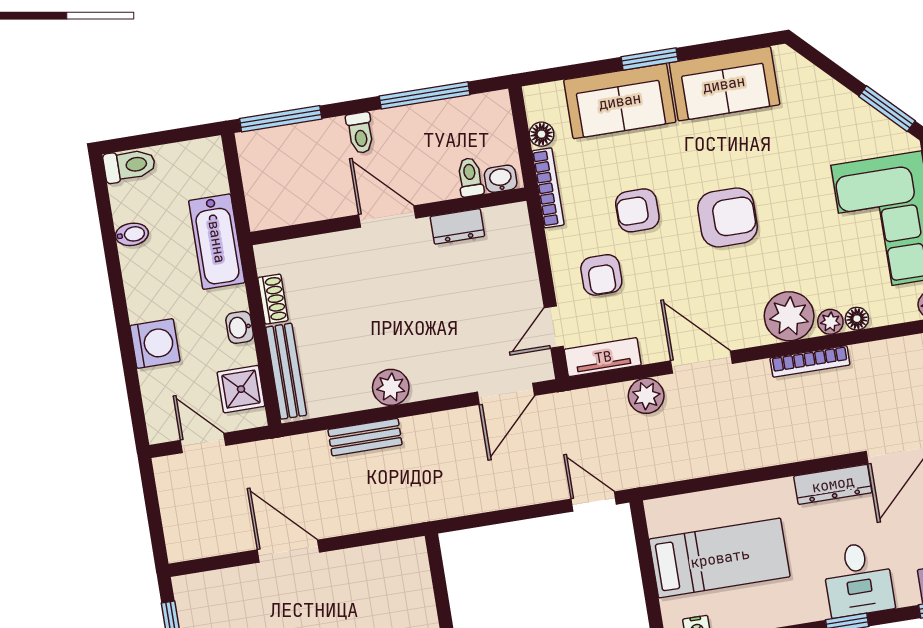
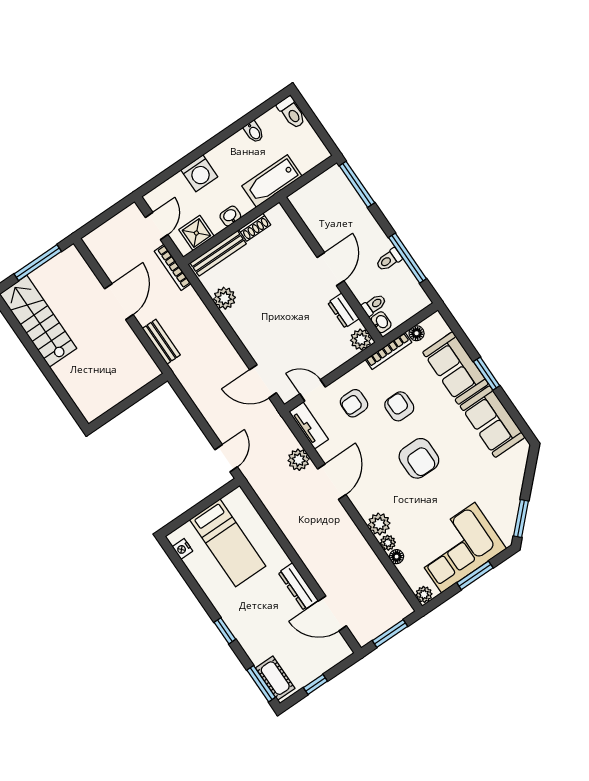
toilet: (360, 133) -> (389, 260), moved
plant: (512, 221) -> (361, 340), added
plant: (789, 316) -> (379, 524), width x0.73, depth x0.73
bookcase: (810, 361) -> (173, 267), moved
plant: (391, 387) -> (225, 298), moved
bench: (365, 437) -> (161, 342), moved
desk: (858, 579) -> (252, 625), removed

